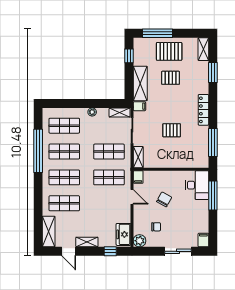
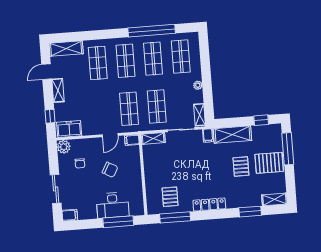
pallet: (169, 51) -> (269, 163), turned 90
pallet: (172, 130) -> (170, 197), moved
desk: (197, 185) -> (113, 205), moved

